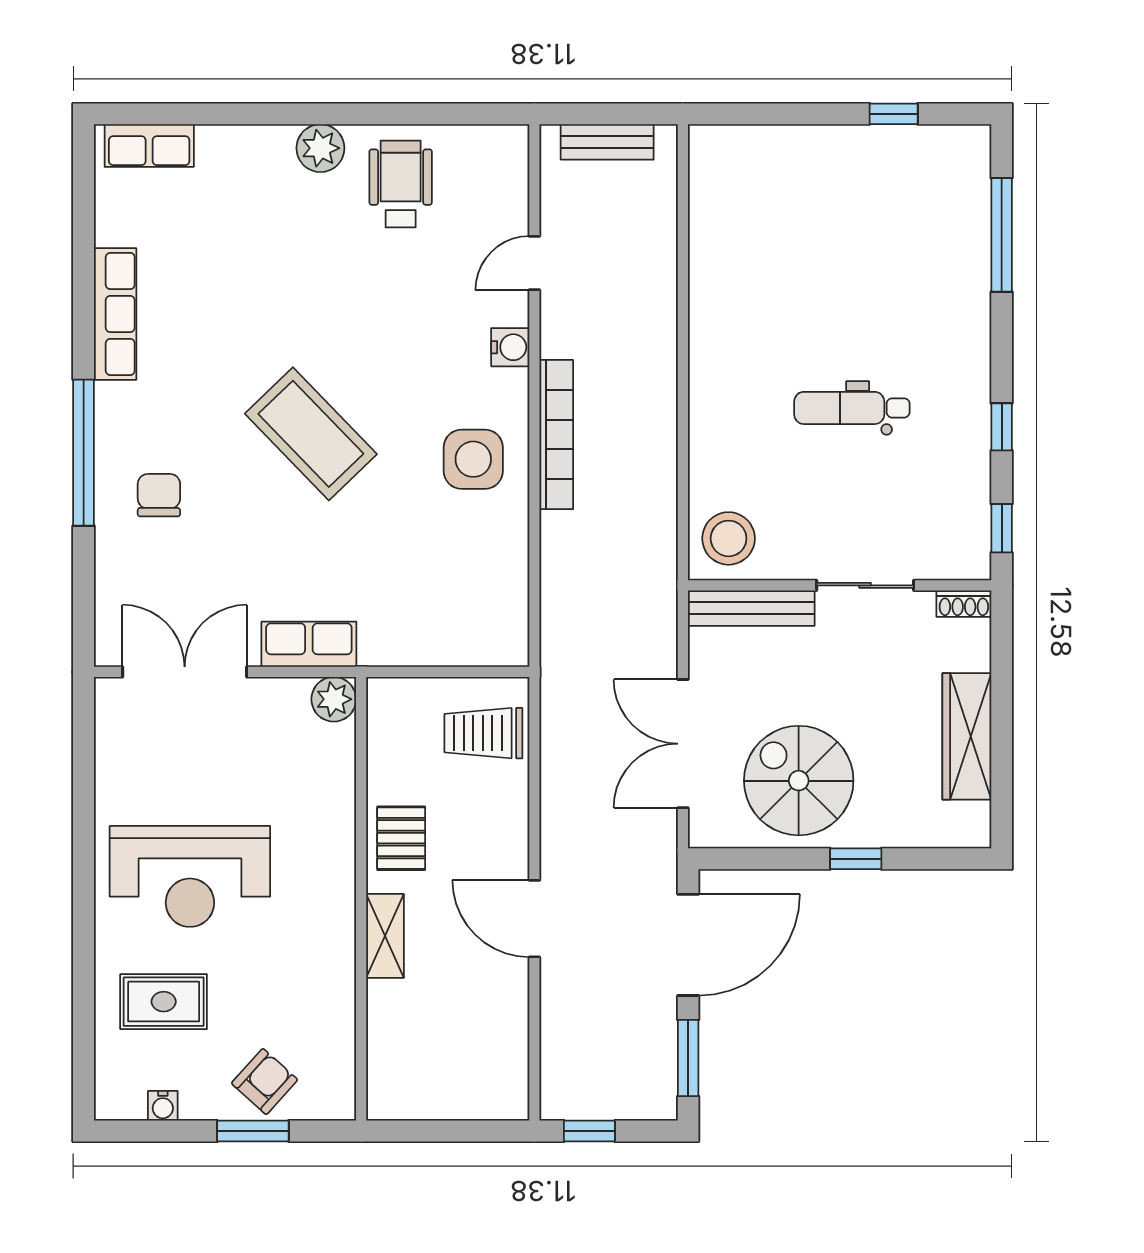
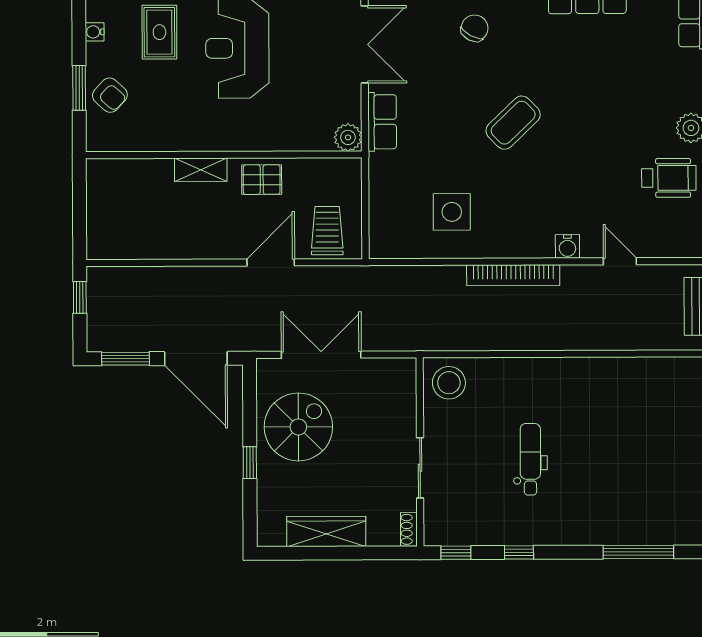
coffee table: (311, 434) -> (513, 123), width x0.73, depth x0.76
side table: (473, 459) -> (452, 212), moved
chair: (159, 495) -> (475, 28), turned -62
bench: (751, 608) -> (406, 397), removed
door: (534, 919) -> (271, 262), moved

